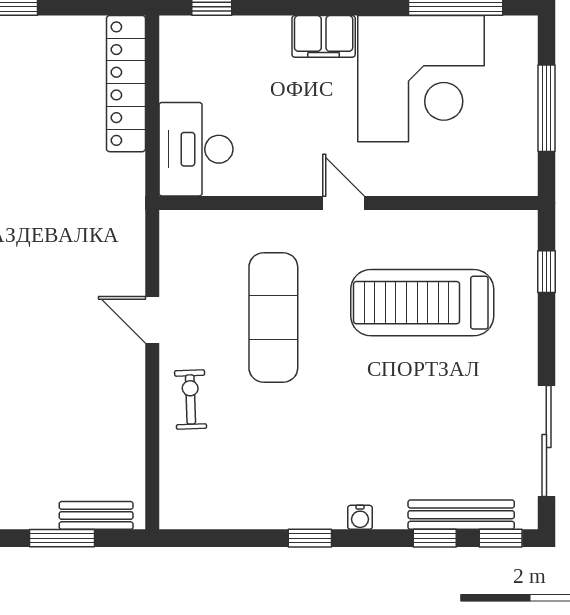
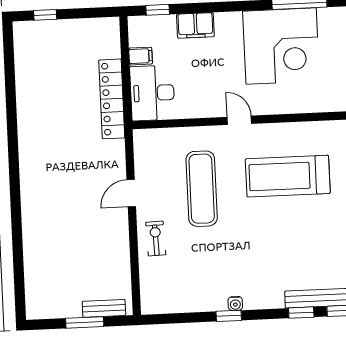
filing cabinet: (324, 36) -> (195, 25), moved
locker: (126, 84) -> (112, 99), moved
filing cabinet: (179, 85) -> (141, 56), added
door: (152, 320) -> (131, 193), hinge flipped
water cooler: (360, 517) -> (235, 303), moved

